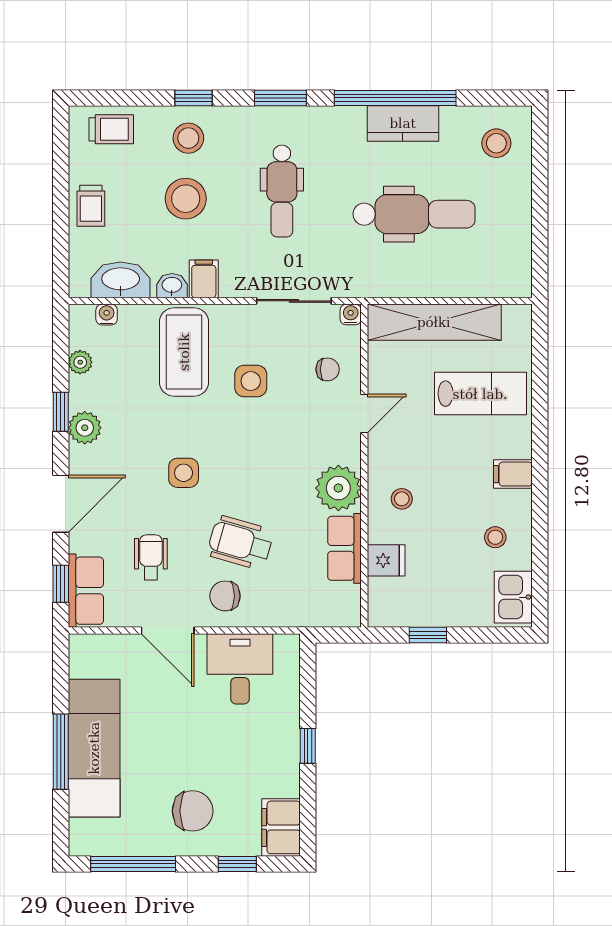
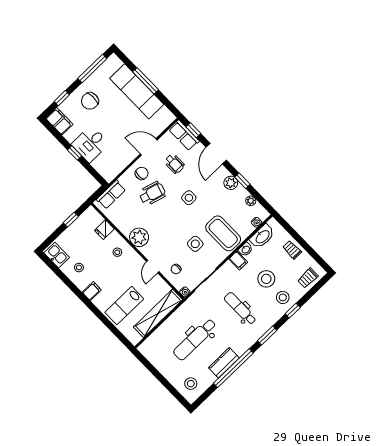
row of seats: (344, 548) -> (111, 195), moved, turned 90
desk: (240, 669) -> (90, 144), moved, turned 90

